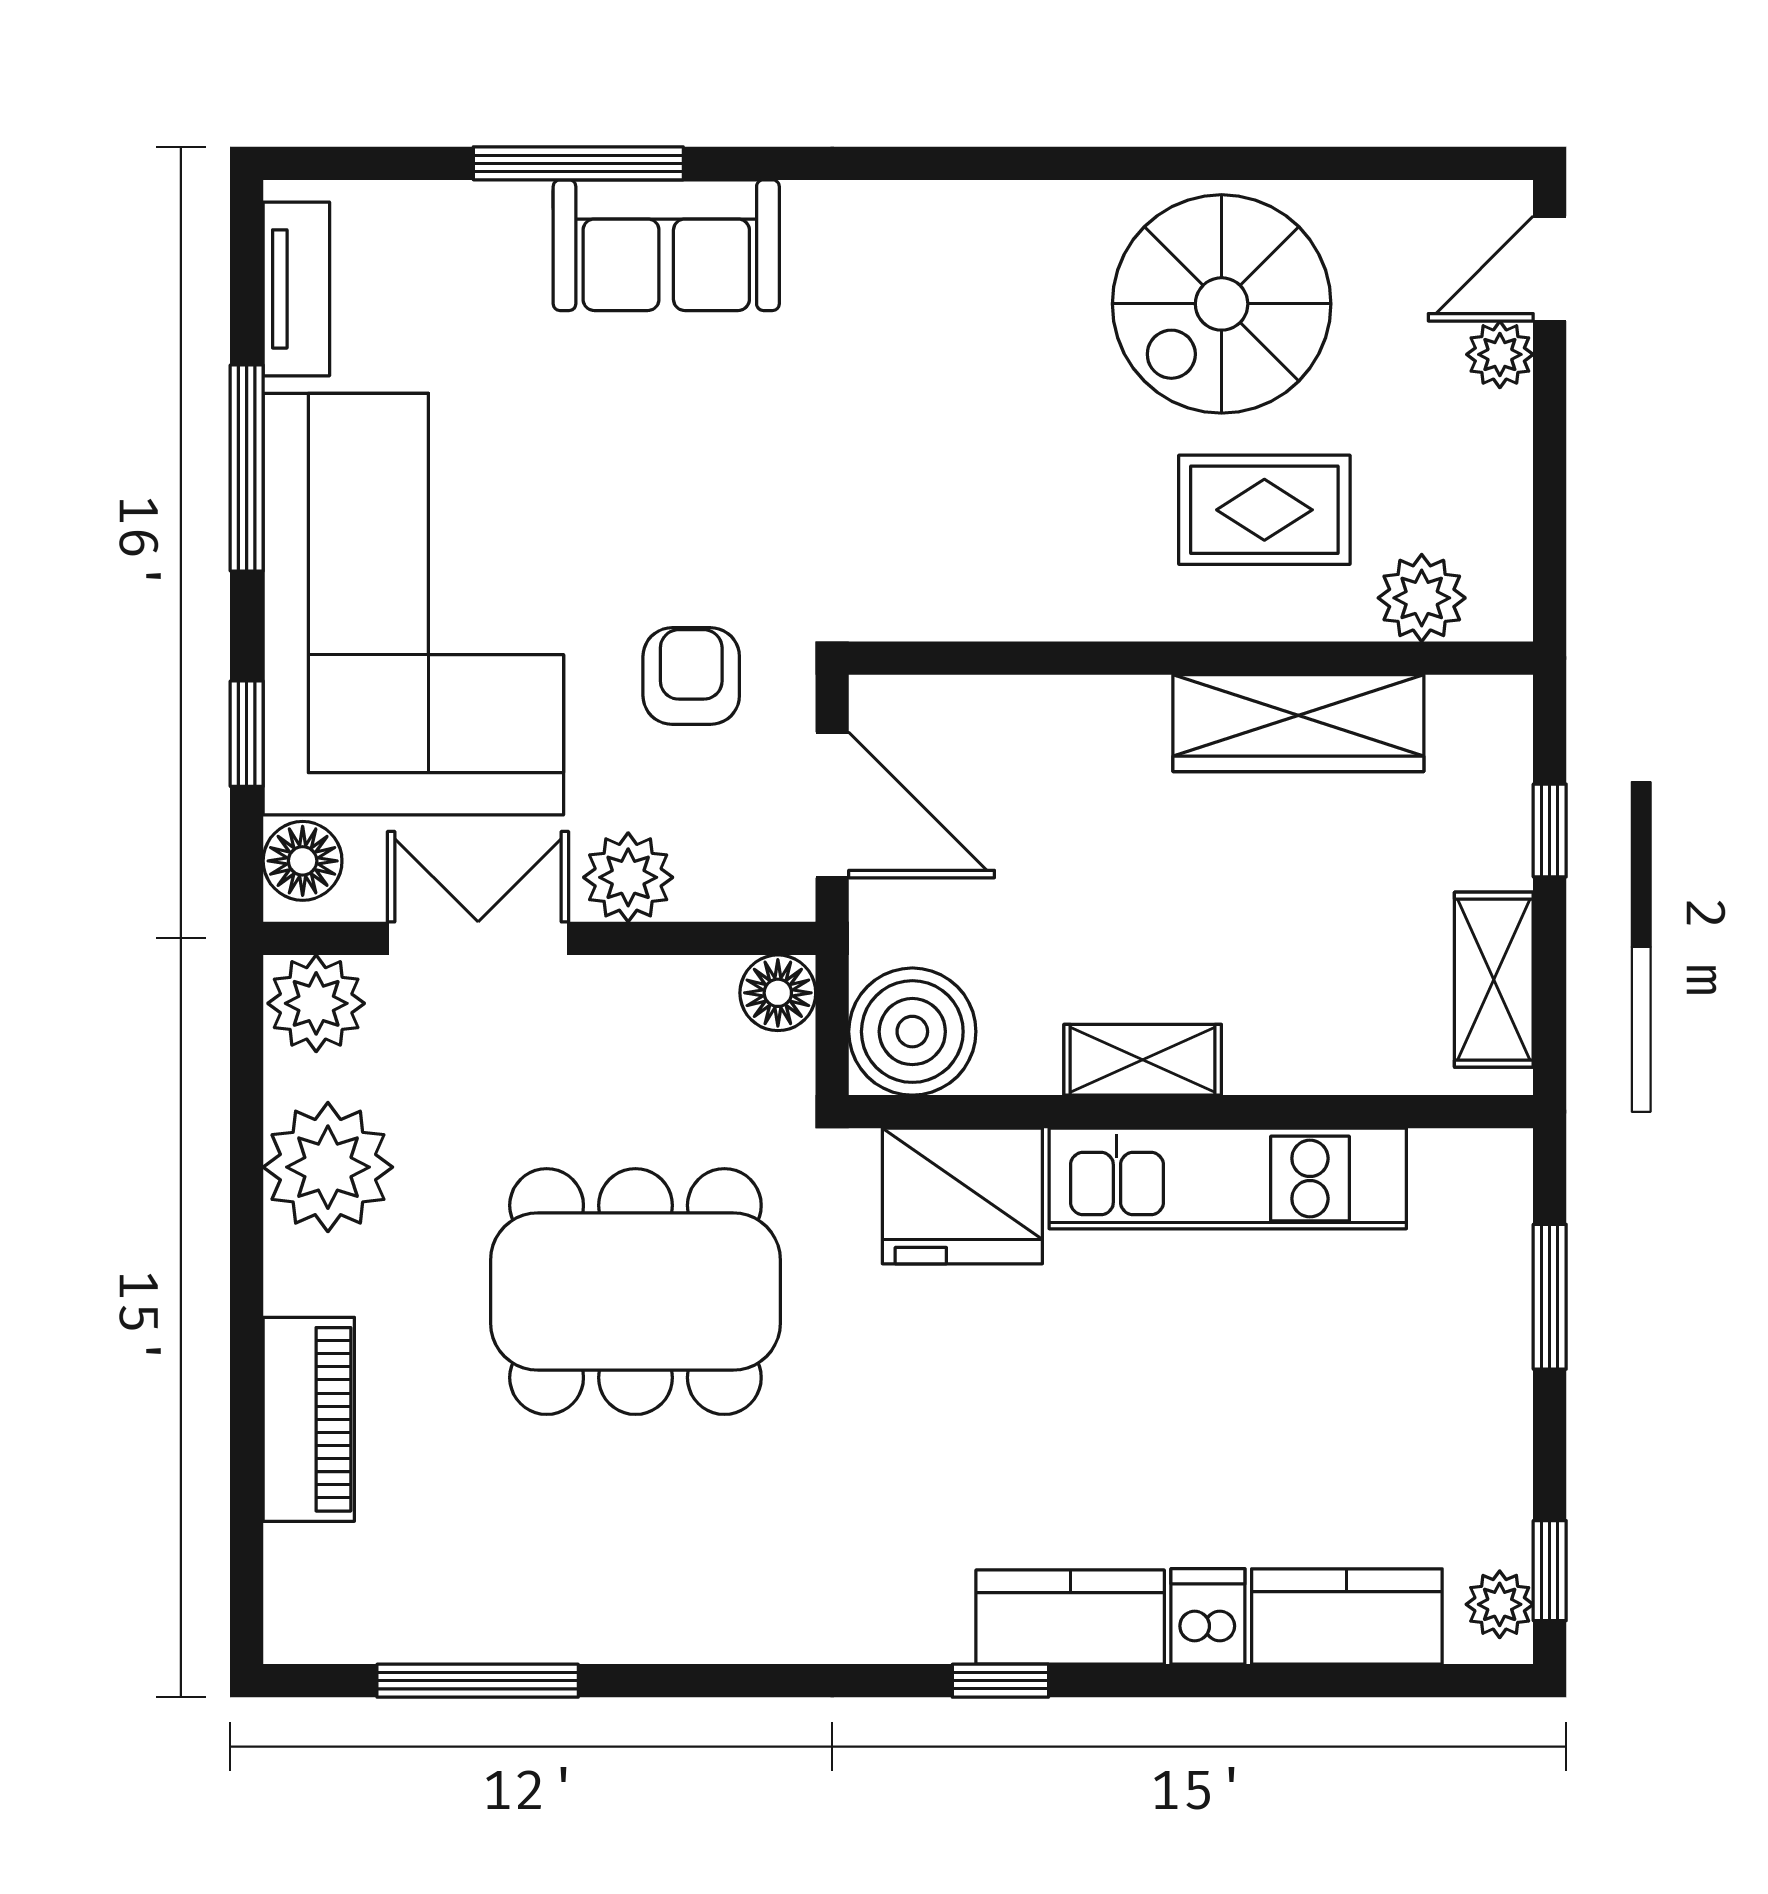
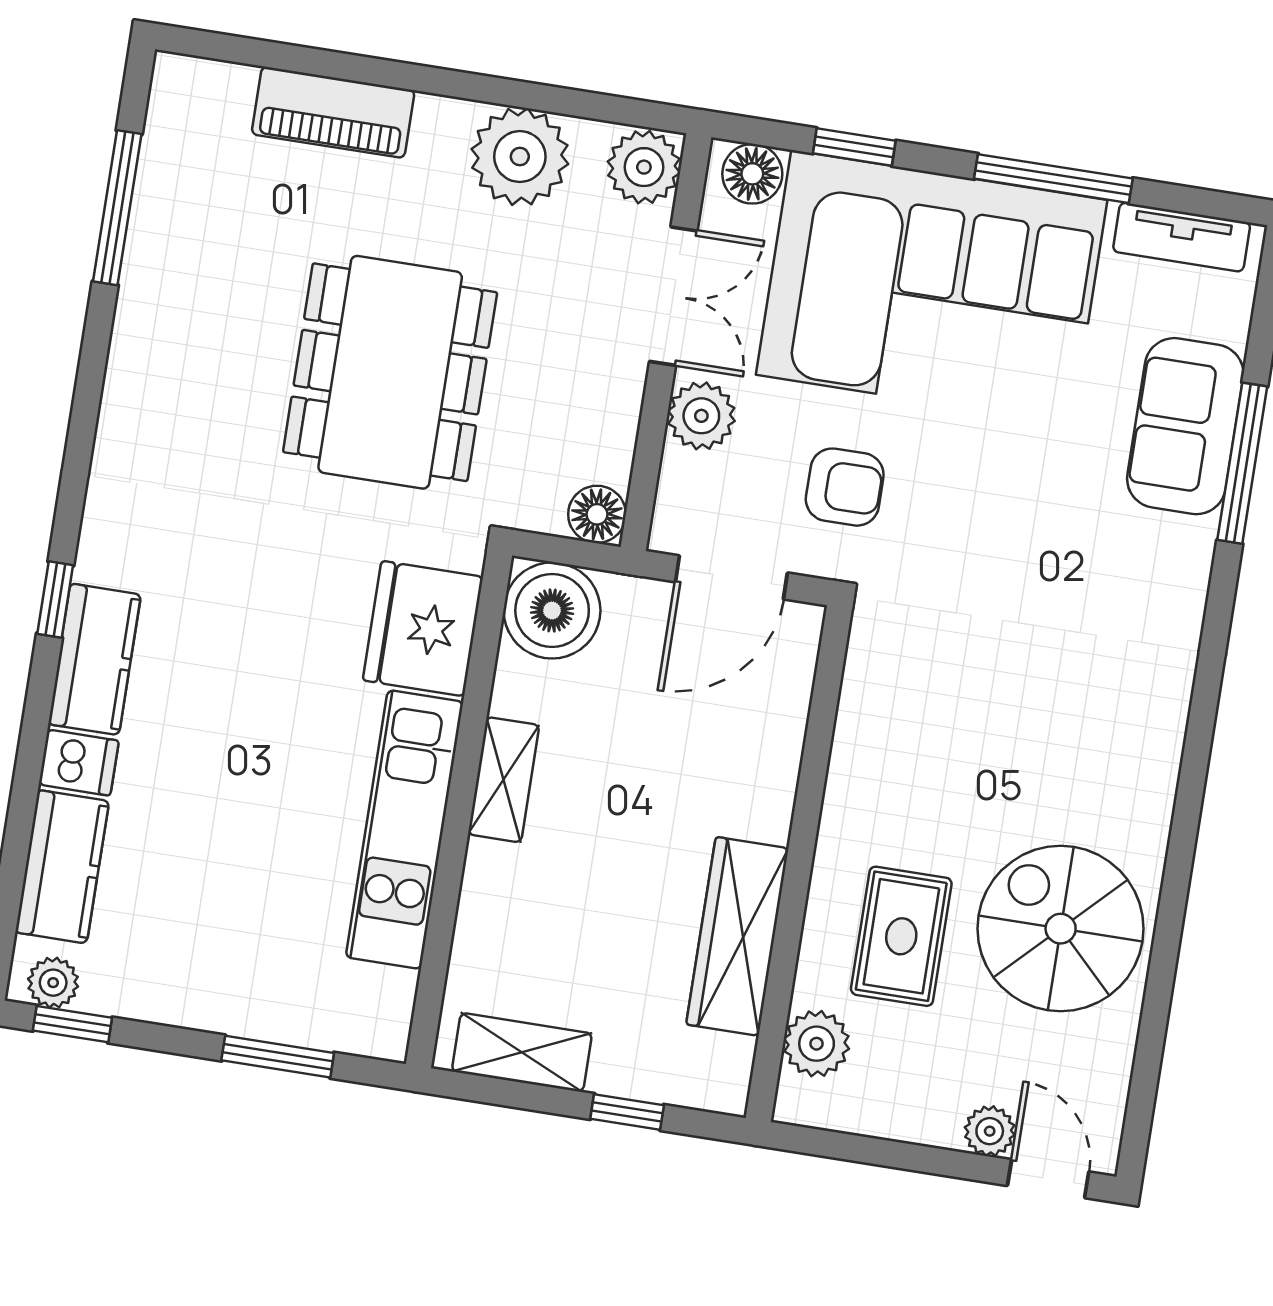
sofa: (666, 245) -> (1185, 426), moved

